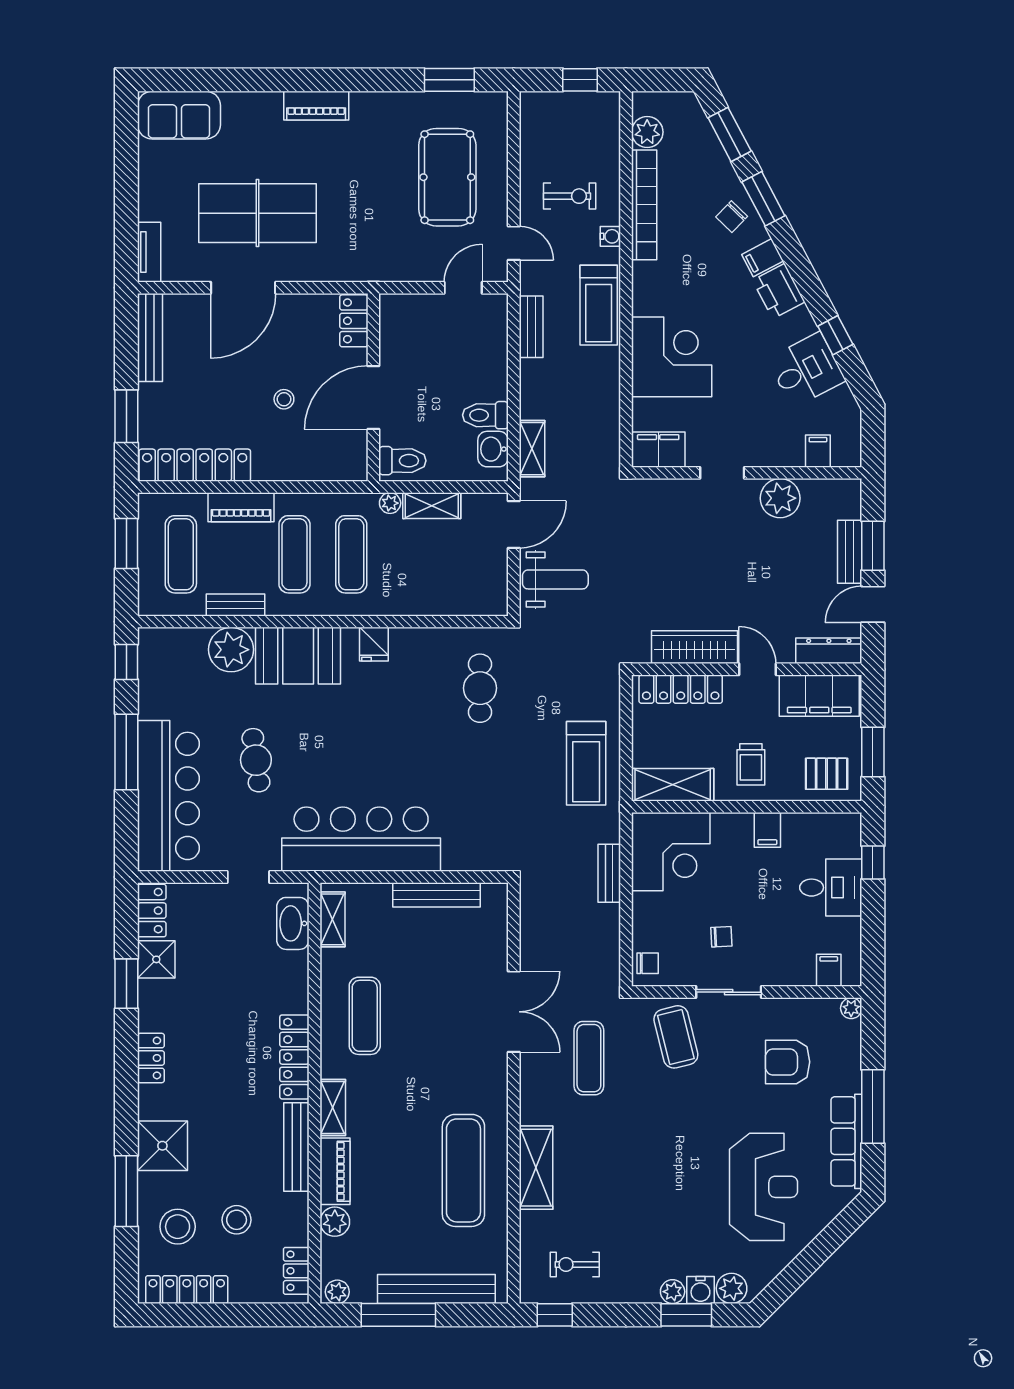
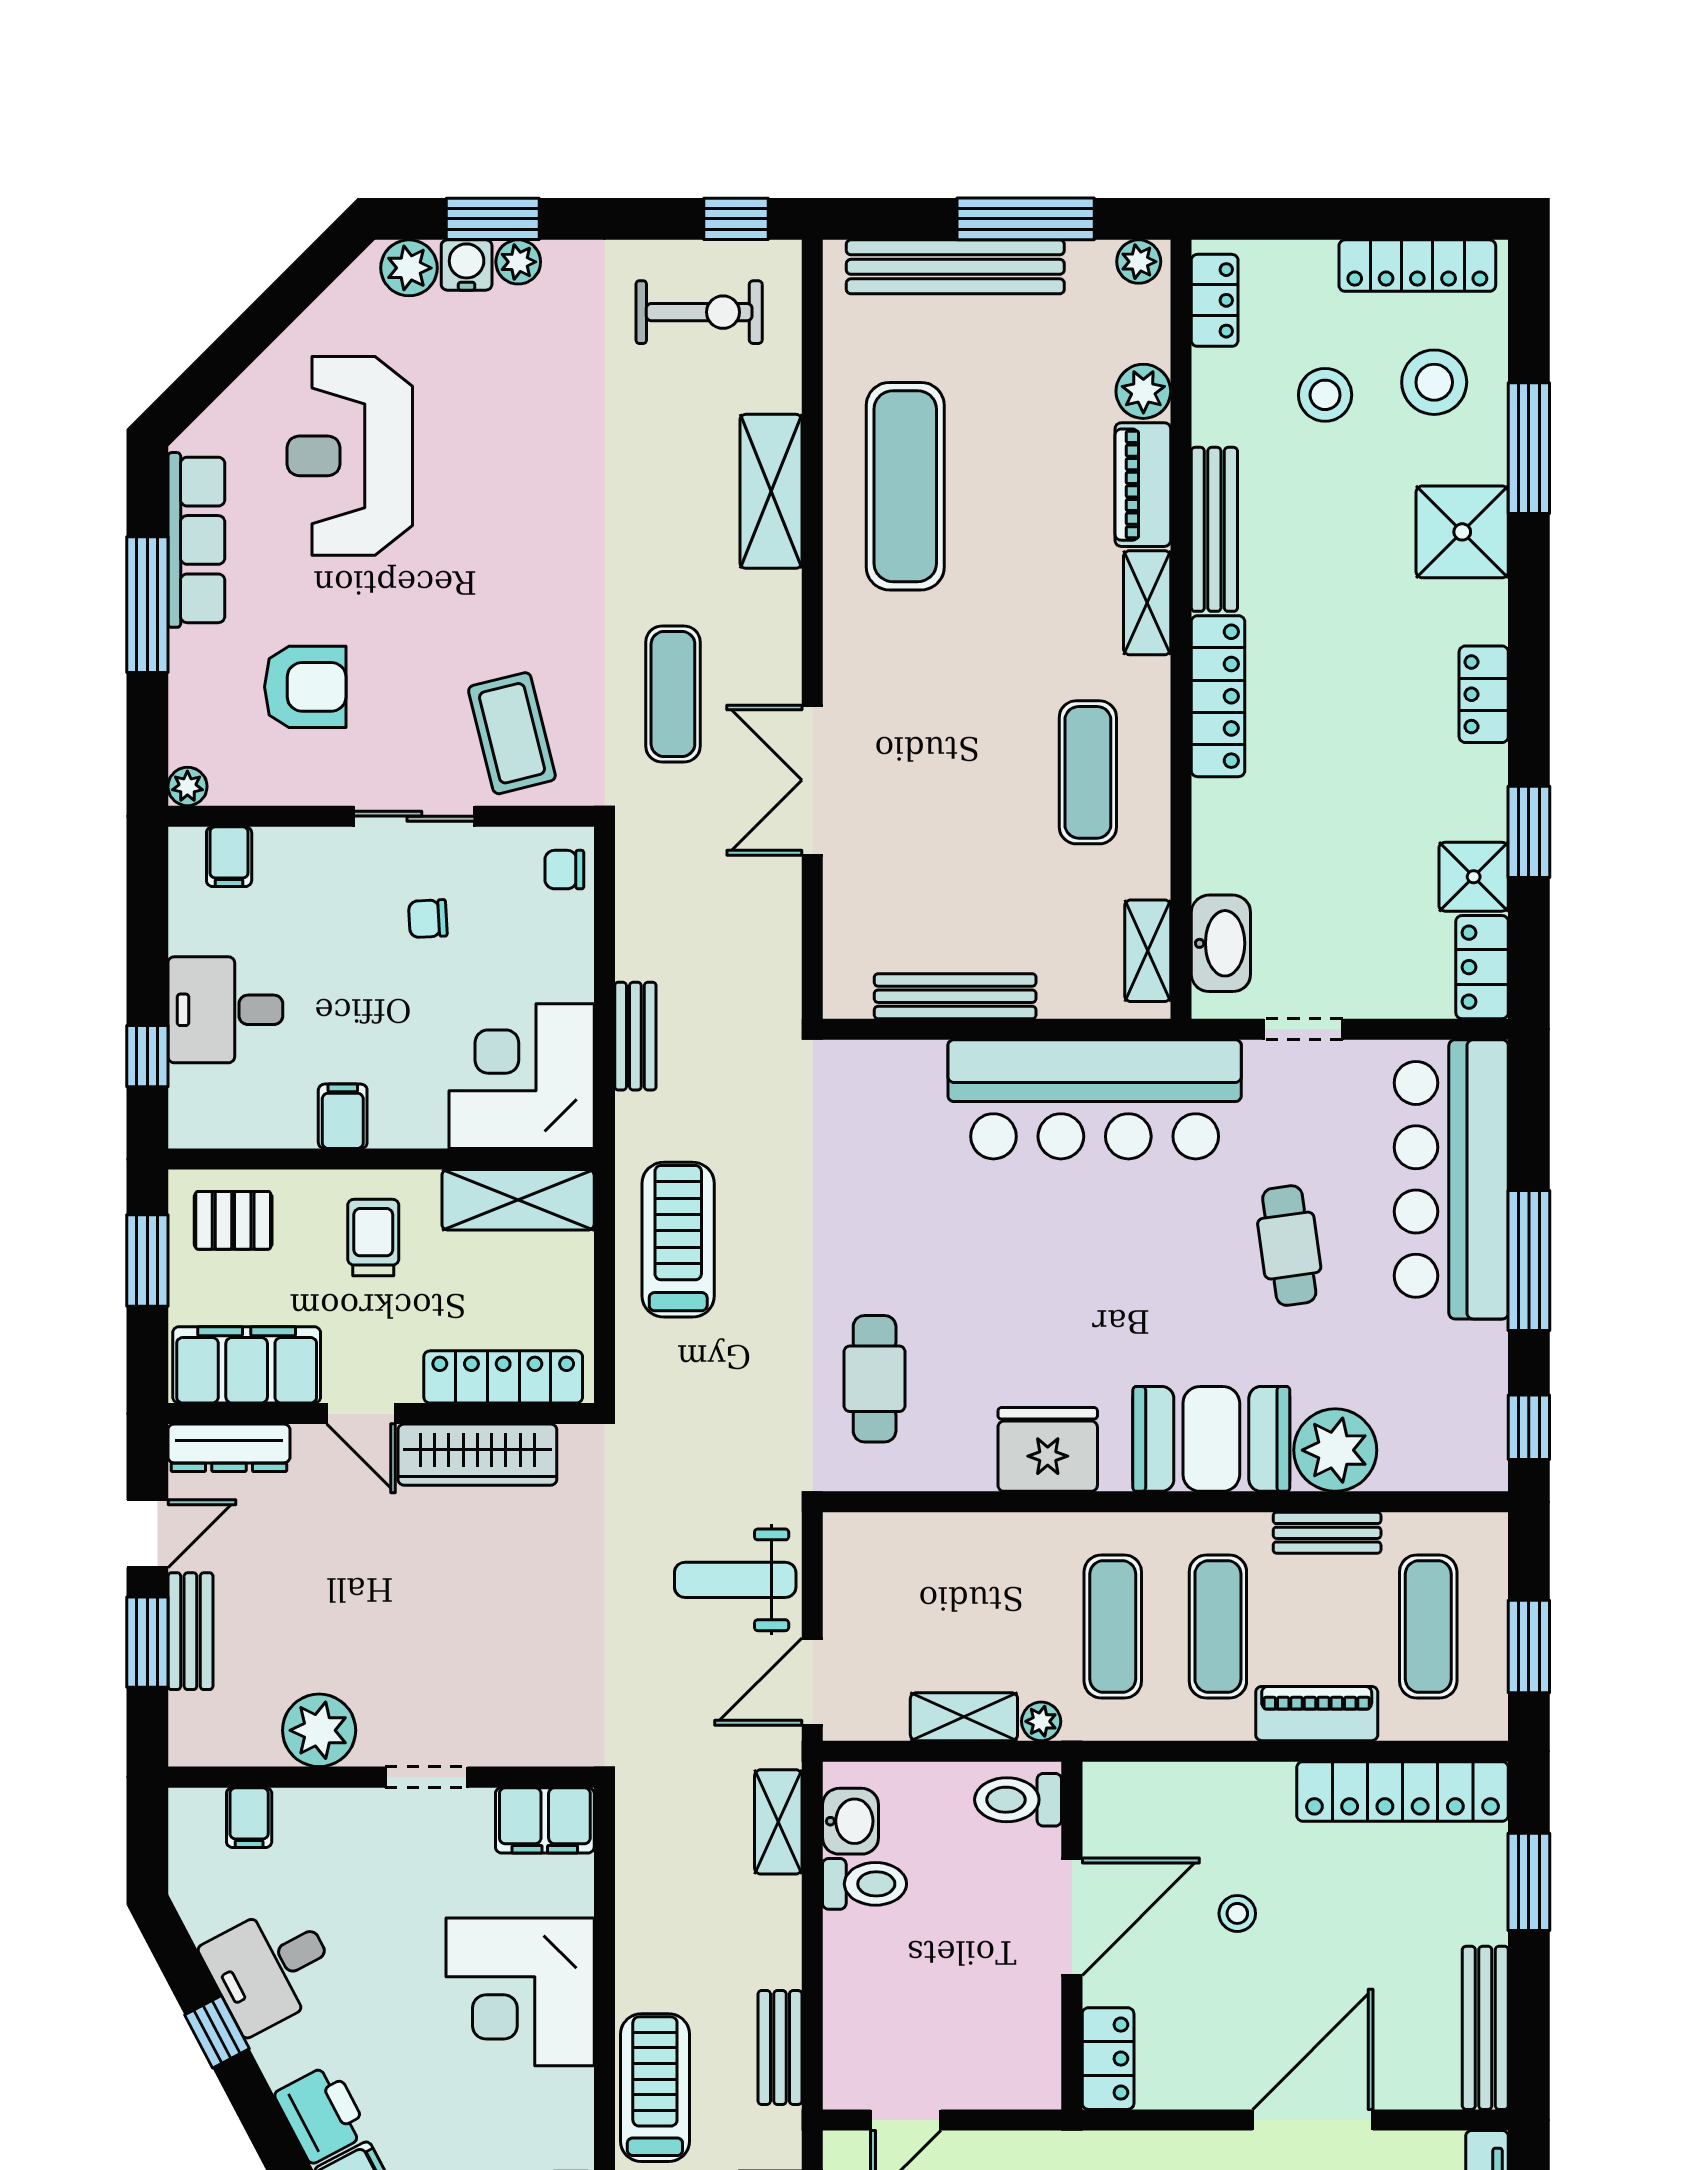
fridge: (374, 644) -> (1048, 1449), width x1.88, depth x1.34
exercise bike: (575, 1264) -> (699, 312), width x1.38, depth x1.39

